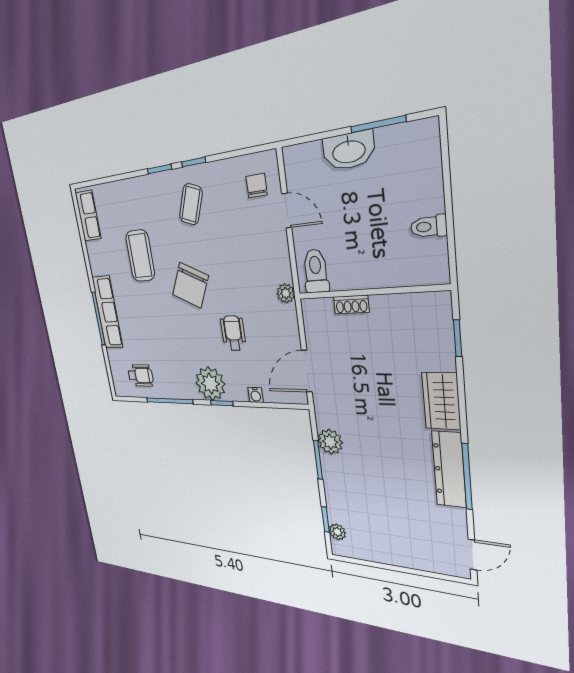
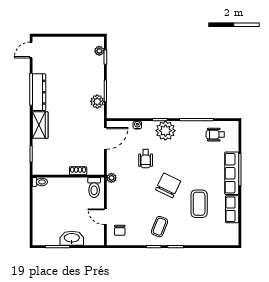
row of seats: (88, 216) -> (232, 209), moved
toilet: (429, 227) -> (40, 182), moved

